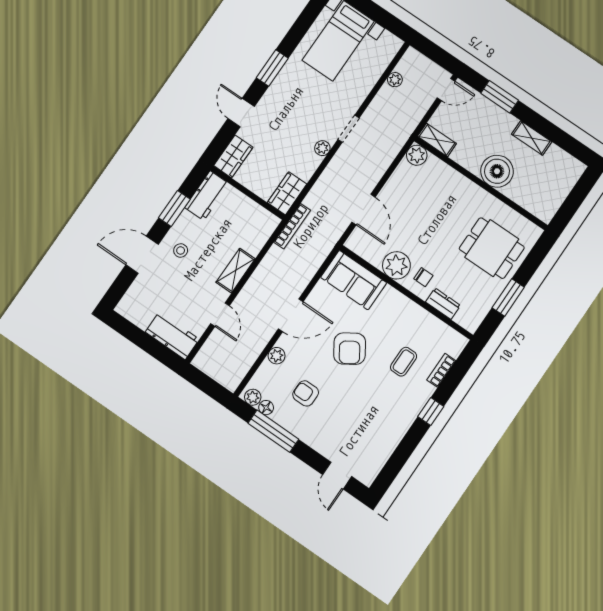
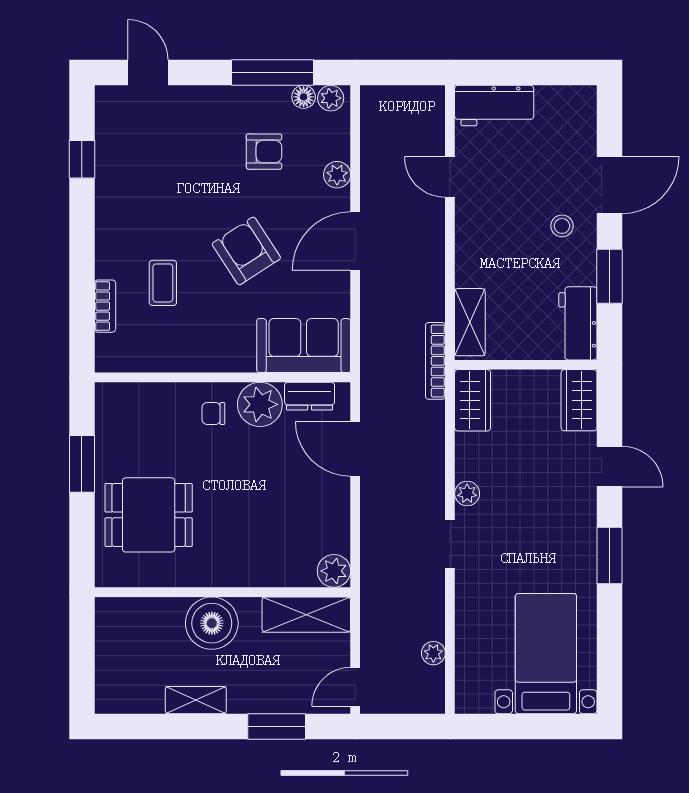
shelving: (437, 140) -> (306, 615), width x1.50, depth x1.33
shelving: (236, 271) -> (470, 322), moved
dresser: (443, 304) -> (310, 396), moved
window: (431, 412) -> (82, 159), moved

